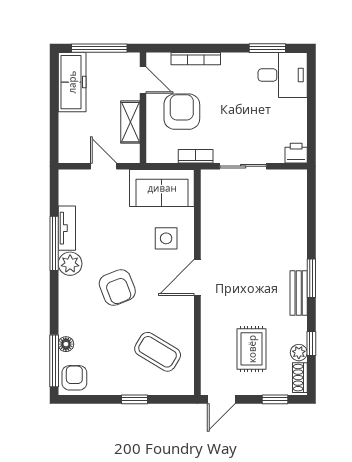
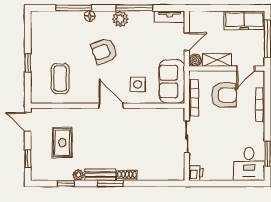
boiler: (131, 154) -> (195, 60), added
bookcase: (196, 156) -> (194, 98), width x1.56
tv unit: (67, 228) -> (170, 17), moved
floor lamp: (66, 344) -> (90, 16), moved
rug: (252, 349) -> (62, 143), turned 90
coffee table: (158, 352) -> (60, 79), turned -31
plant: (299, 353) -> (78, 175), moved
window: (54, 361) -> (74, 8), moved
armchair: (74, 378) -> (43, 22), removed
shoe rack: (300, 378) -> (127, 176), moved

